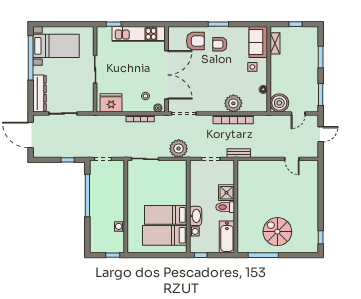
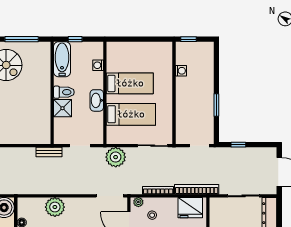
bookcase: (233, 119) -> (197, 189), moved
window: (87, 196) -> (216, 105), width x0.47
washbasin: (196, 216) -> (97, 100), moved
bed: (165, 235) -> (131, 114), moved
window: (201, 255) -> (75, 39), moved

